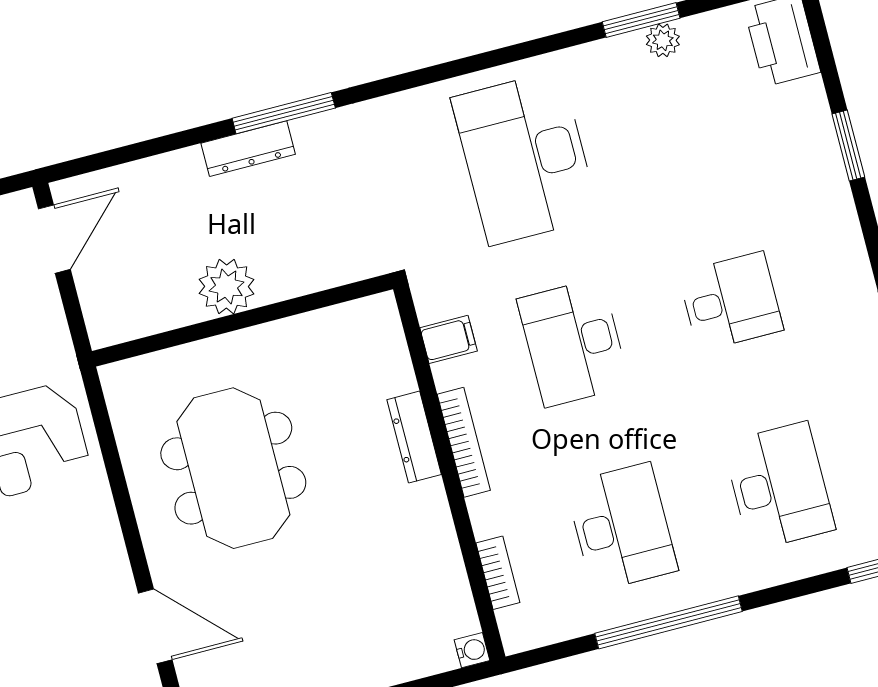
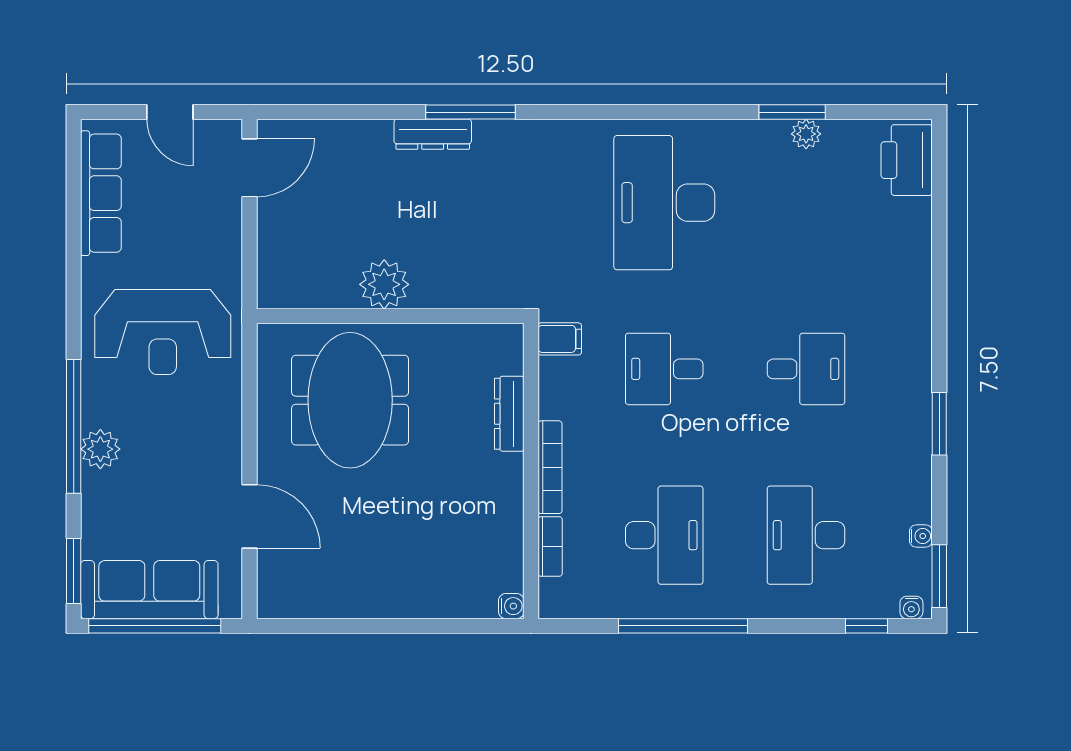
window: (848, 145) -> (939, 263), removed
plant: (227, 287) -> (384, 284), moved
wall: (242, 320) -> (390, 316), moved
desk: (573, 342) -> (664, 369), width x0.73
bookcase: (464, 442) -> (550, 467), moved
desk: (779, 486) -> (806, 535), turned 180

